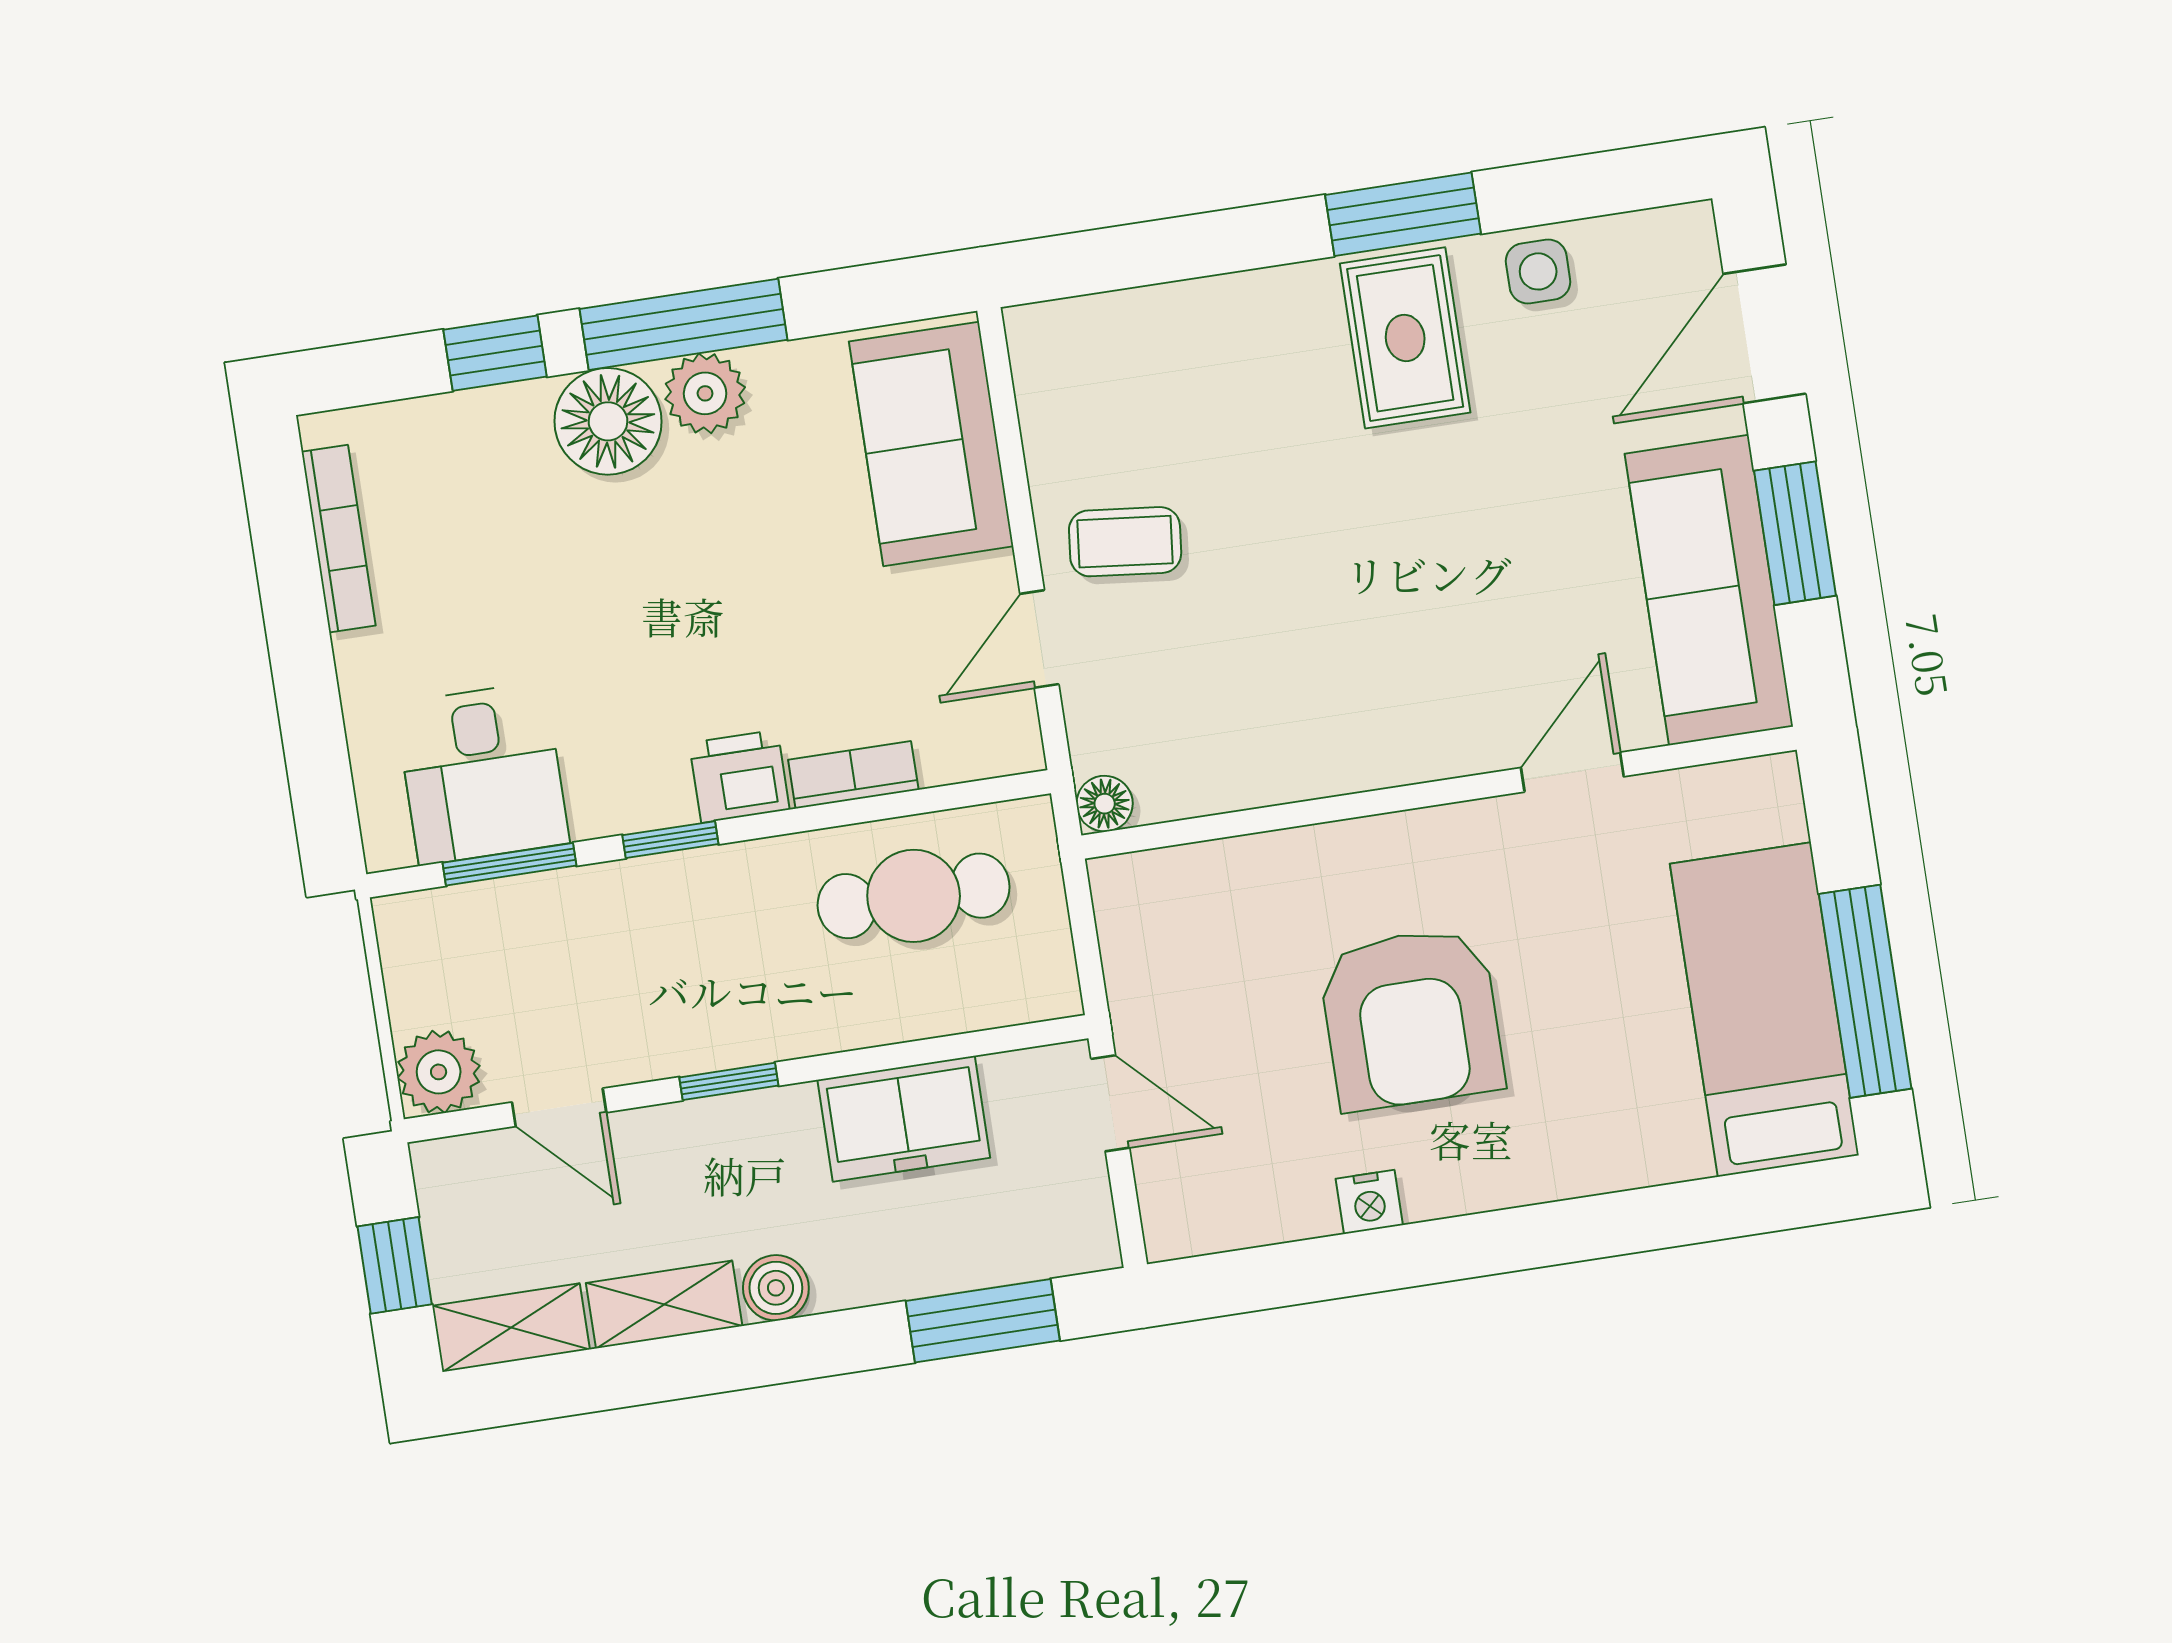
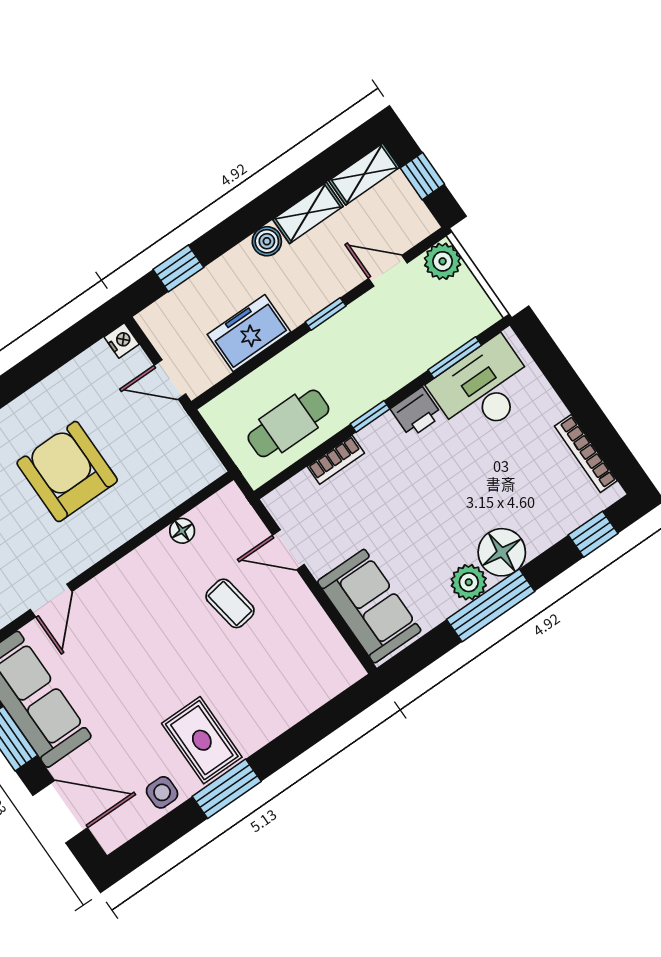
door: (1764, 334) -> (60, 812), hinge flipped
window: (495, 353) -> (593, 534), moved
coffee table: (1125, 542) -> (230, 603), moved, turned 75
door: (1039, 639) -> (288, 550), swing flipped
desk: (482, 773) -> (483, 388), width x1.37
printer: (739, 776) -> (416, 412), moved
floor lamp: (1105, 804) -> (182, 531), moved
window: (670, 840) -> (370, 416), moved
nightstand: (1369, 1202) -> (122, 340), moved, turned 90
window: (983, 1321) -> (178, 268), width x0.67

